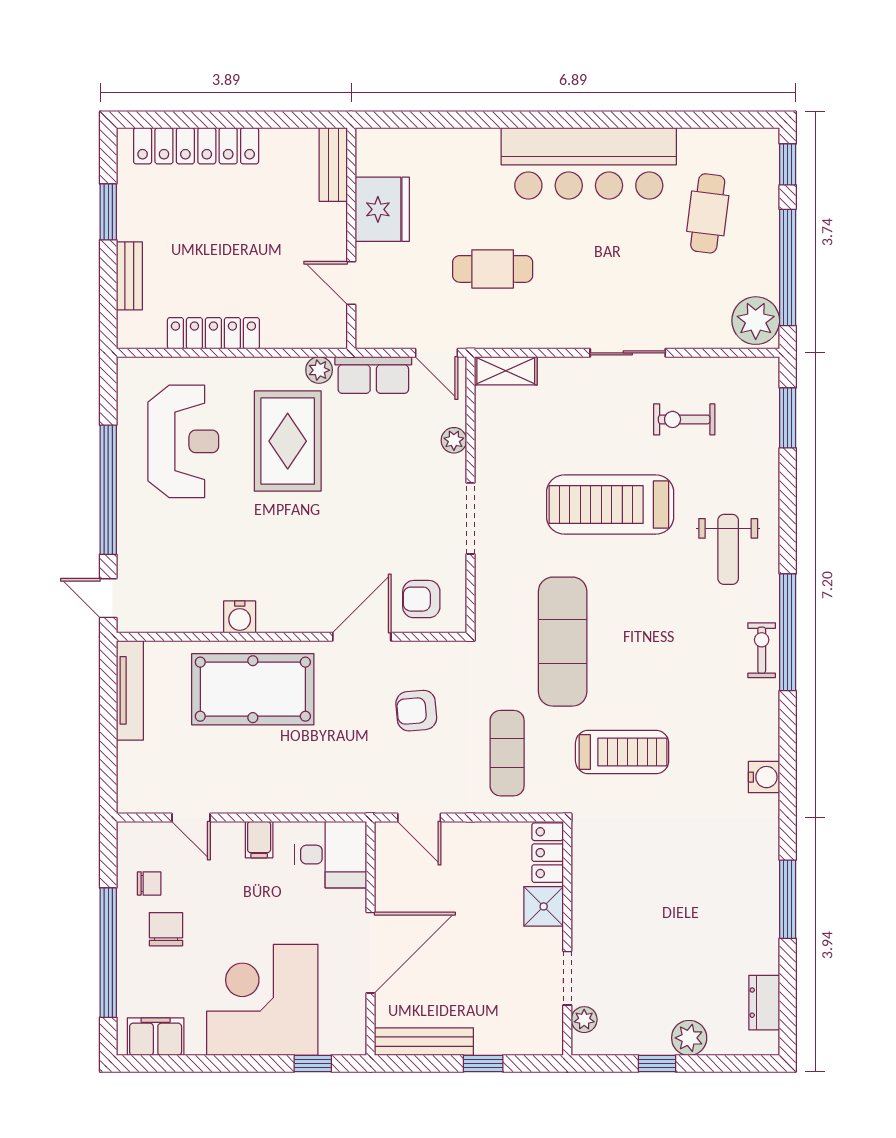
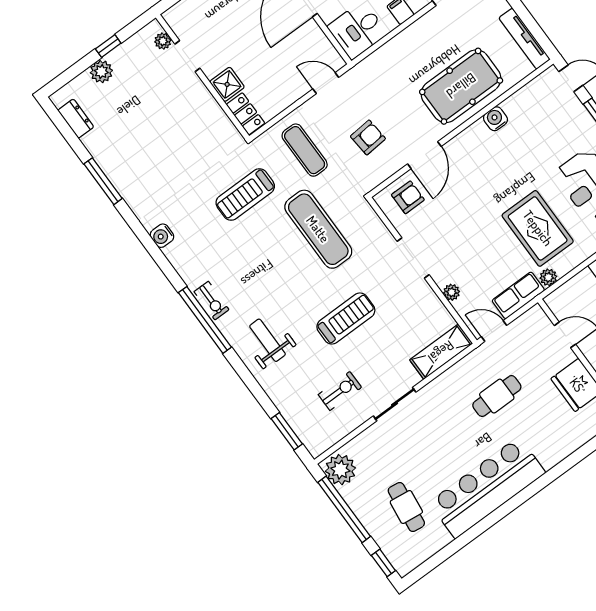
shelving: (506, 371) -> (441, 352), width x1.50, depth x1.33
treadmill: (610, 505) -> (346, 318), width x0.73, depth x0.73

